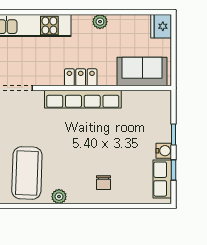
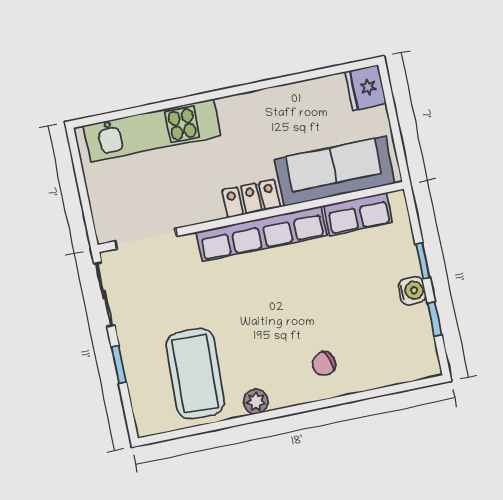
plant: (100, 22) -> (264, 101), removed
sofa: (142, 71) -> (335, 171), width x1.36
row of seats: (162, 179) -> (358, 214), moved, turned -90
chair: (103, 183) -> (324, 364), turned 70

